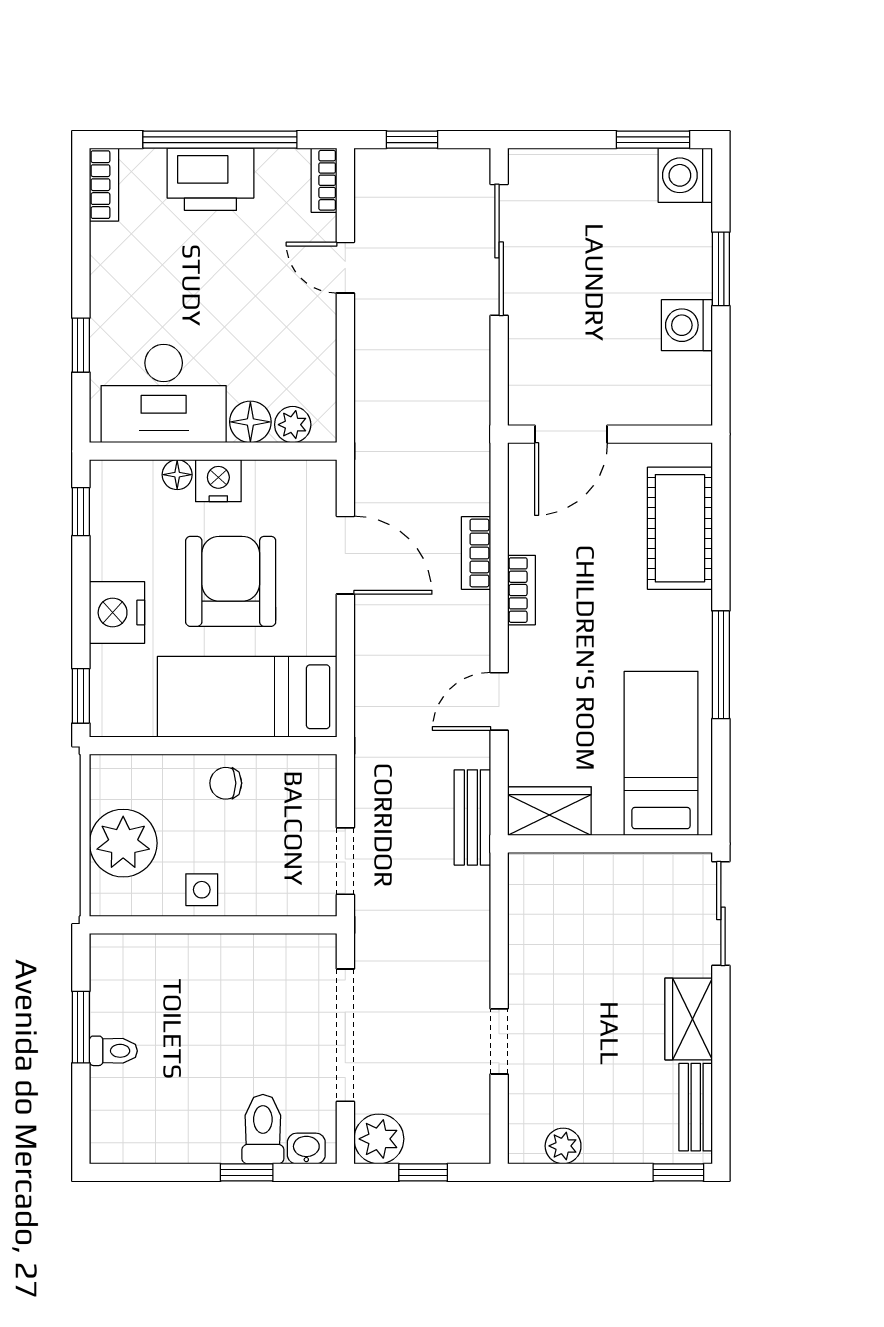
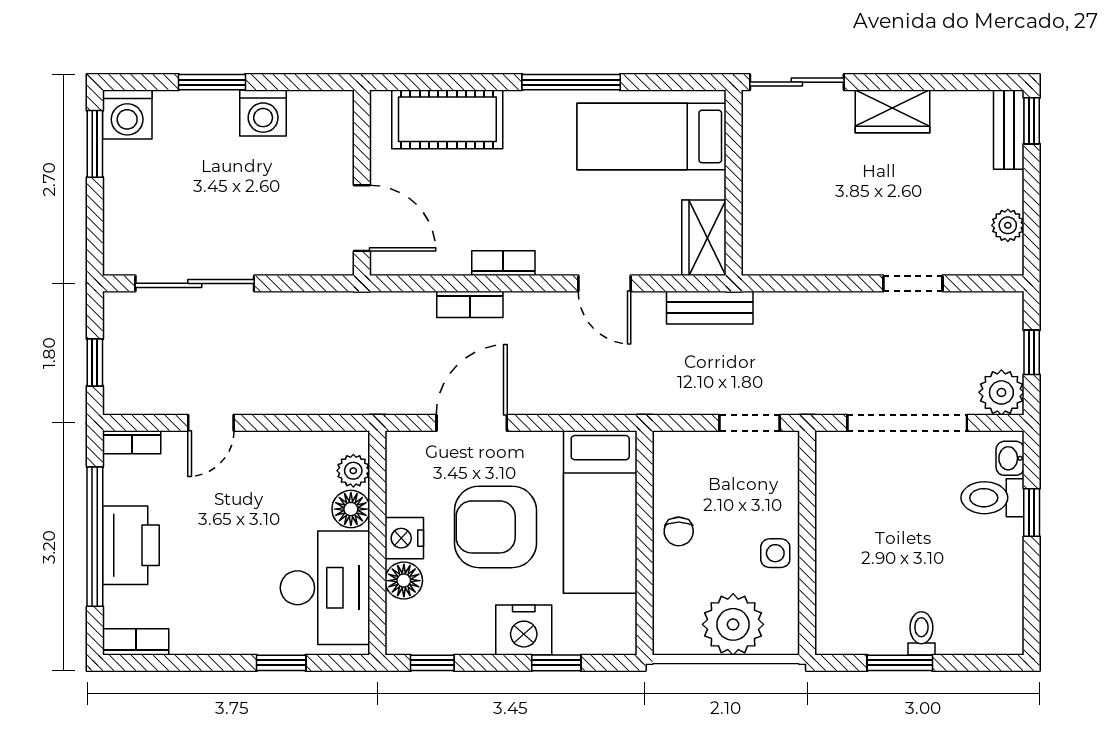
floor lamp: (177, 475) -> (404, 581), width x1.37, depth x1.37
window: (81, 696) -> (556, 663), moved
bench: (696, 1107) -> (1009, 130), moved, turned 90

